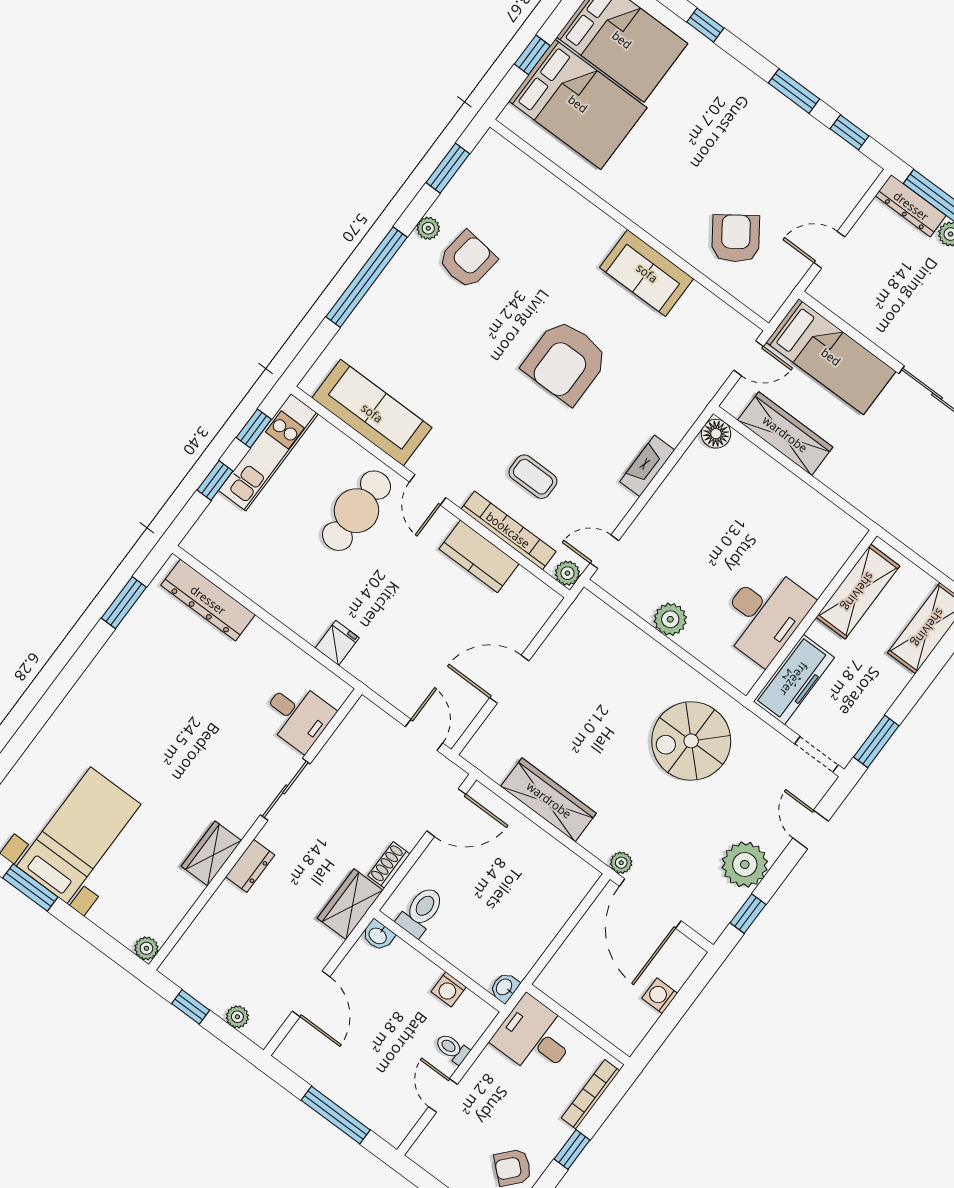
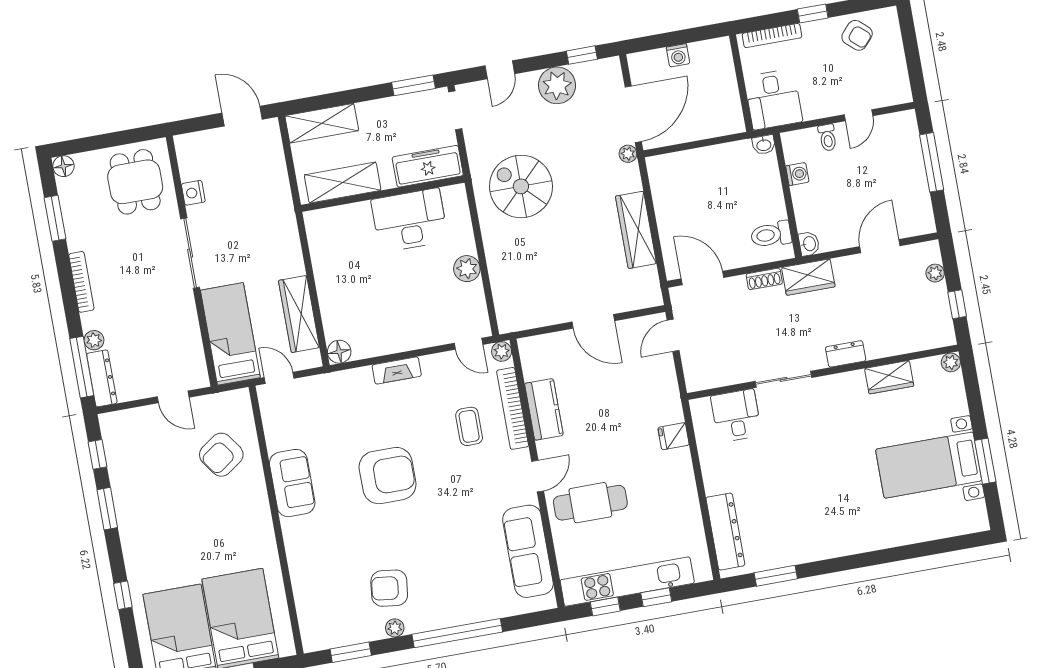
kitchen unit: (268, 452) -> (627, 582), width x1.36
spiral stairs: (691, 741) -> (521, 186), turned 180
wardrobe: (211, 853) -> (889, 377), moved

